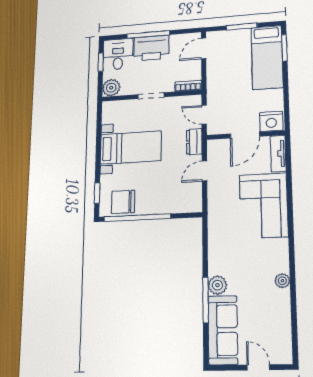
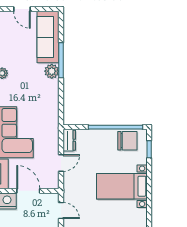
door: (245, 135) -> (28, 191), hinge flipped
dresser: (194, 142) -> (69, 140), moved

